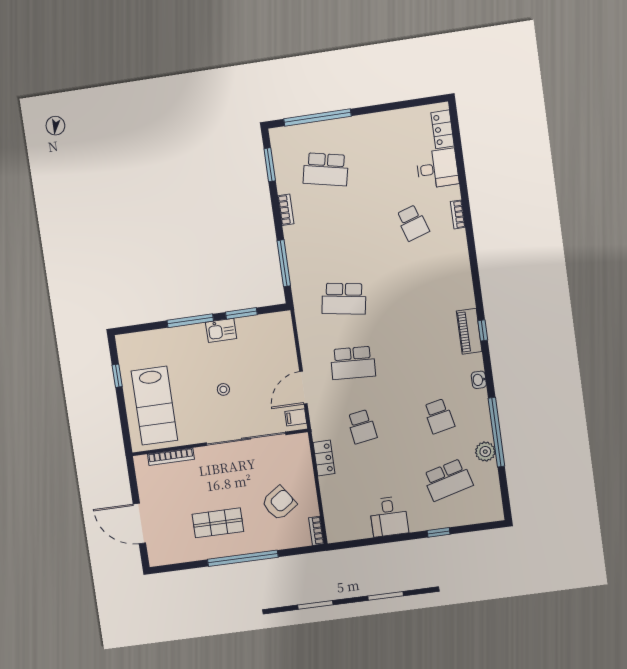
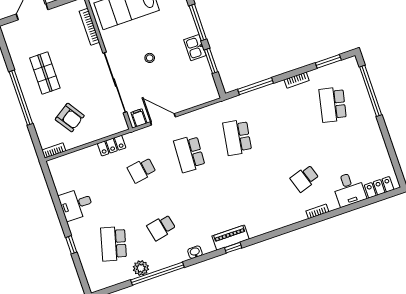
school desk: (448, 480) -> (114, 244), turned 30

